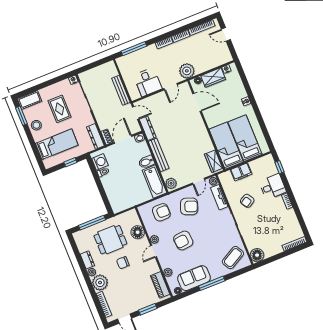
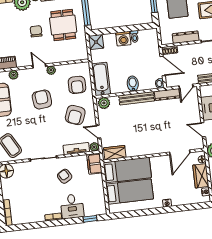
dresser: (95, 136) -> (186, 37), moved
washing machine: (100, 162) -> (123, 39), moved
filing cabinet: (241, 172) -> (94, 164), moved
bathtub: (154, 182) -> (101, 79), moved, turned 90
shower: (118, 206) -> (96, 42), added
floor lamp: (138, 232) -> (63, 55), removed

